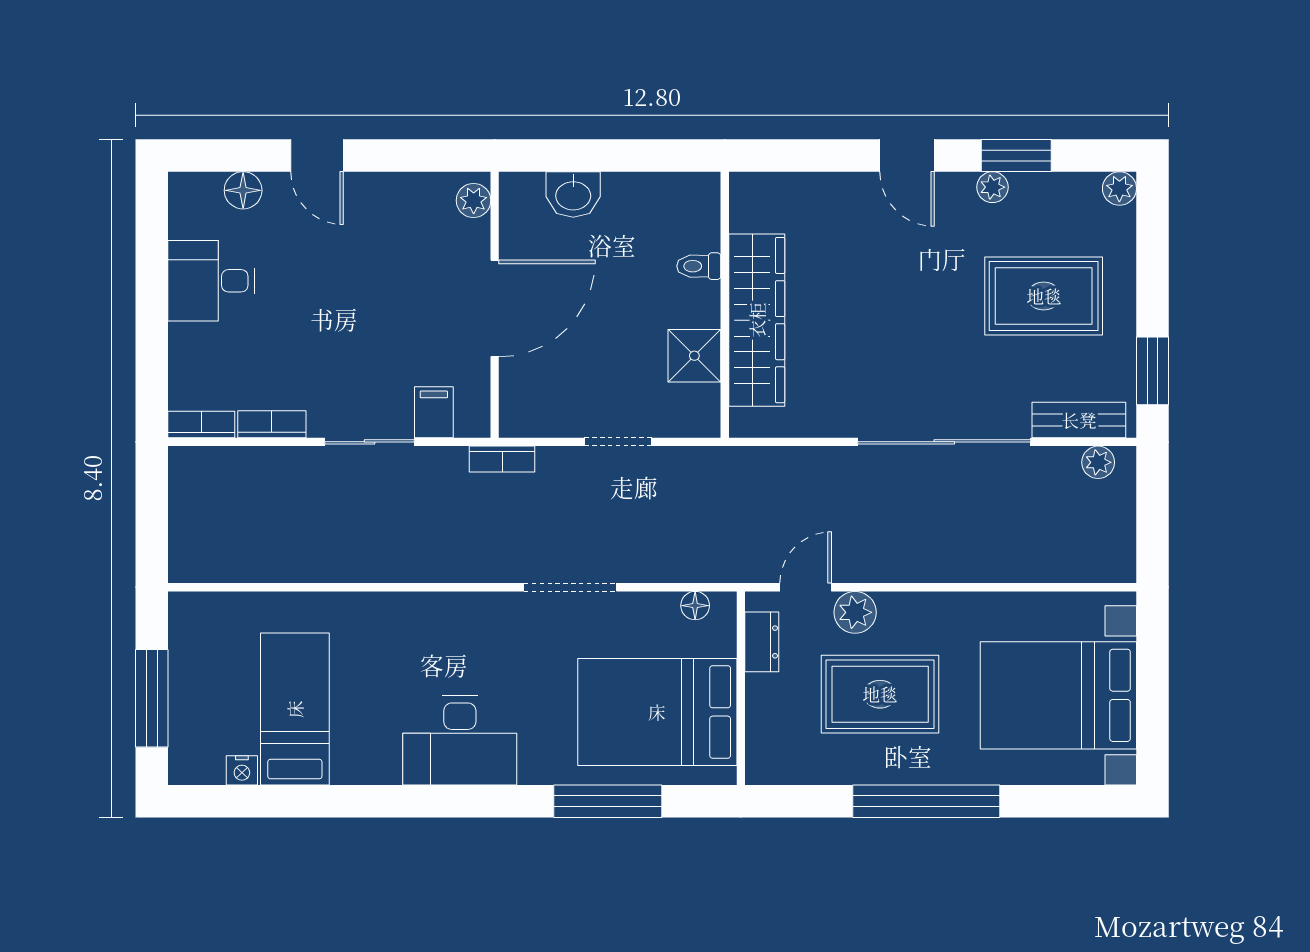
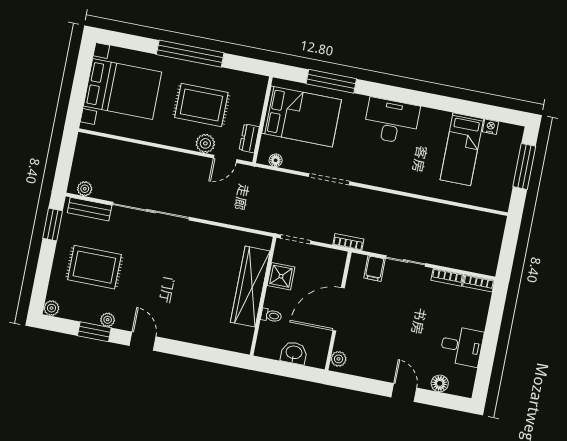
toilet: (699, 266) -> (271, 316), moved
wall: (725, 305) -> (263, 296), moved
wardrobe: (757, 320) -> (250, 287), moved
shower: (694, 356) -> (281, 276), moved

